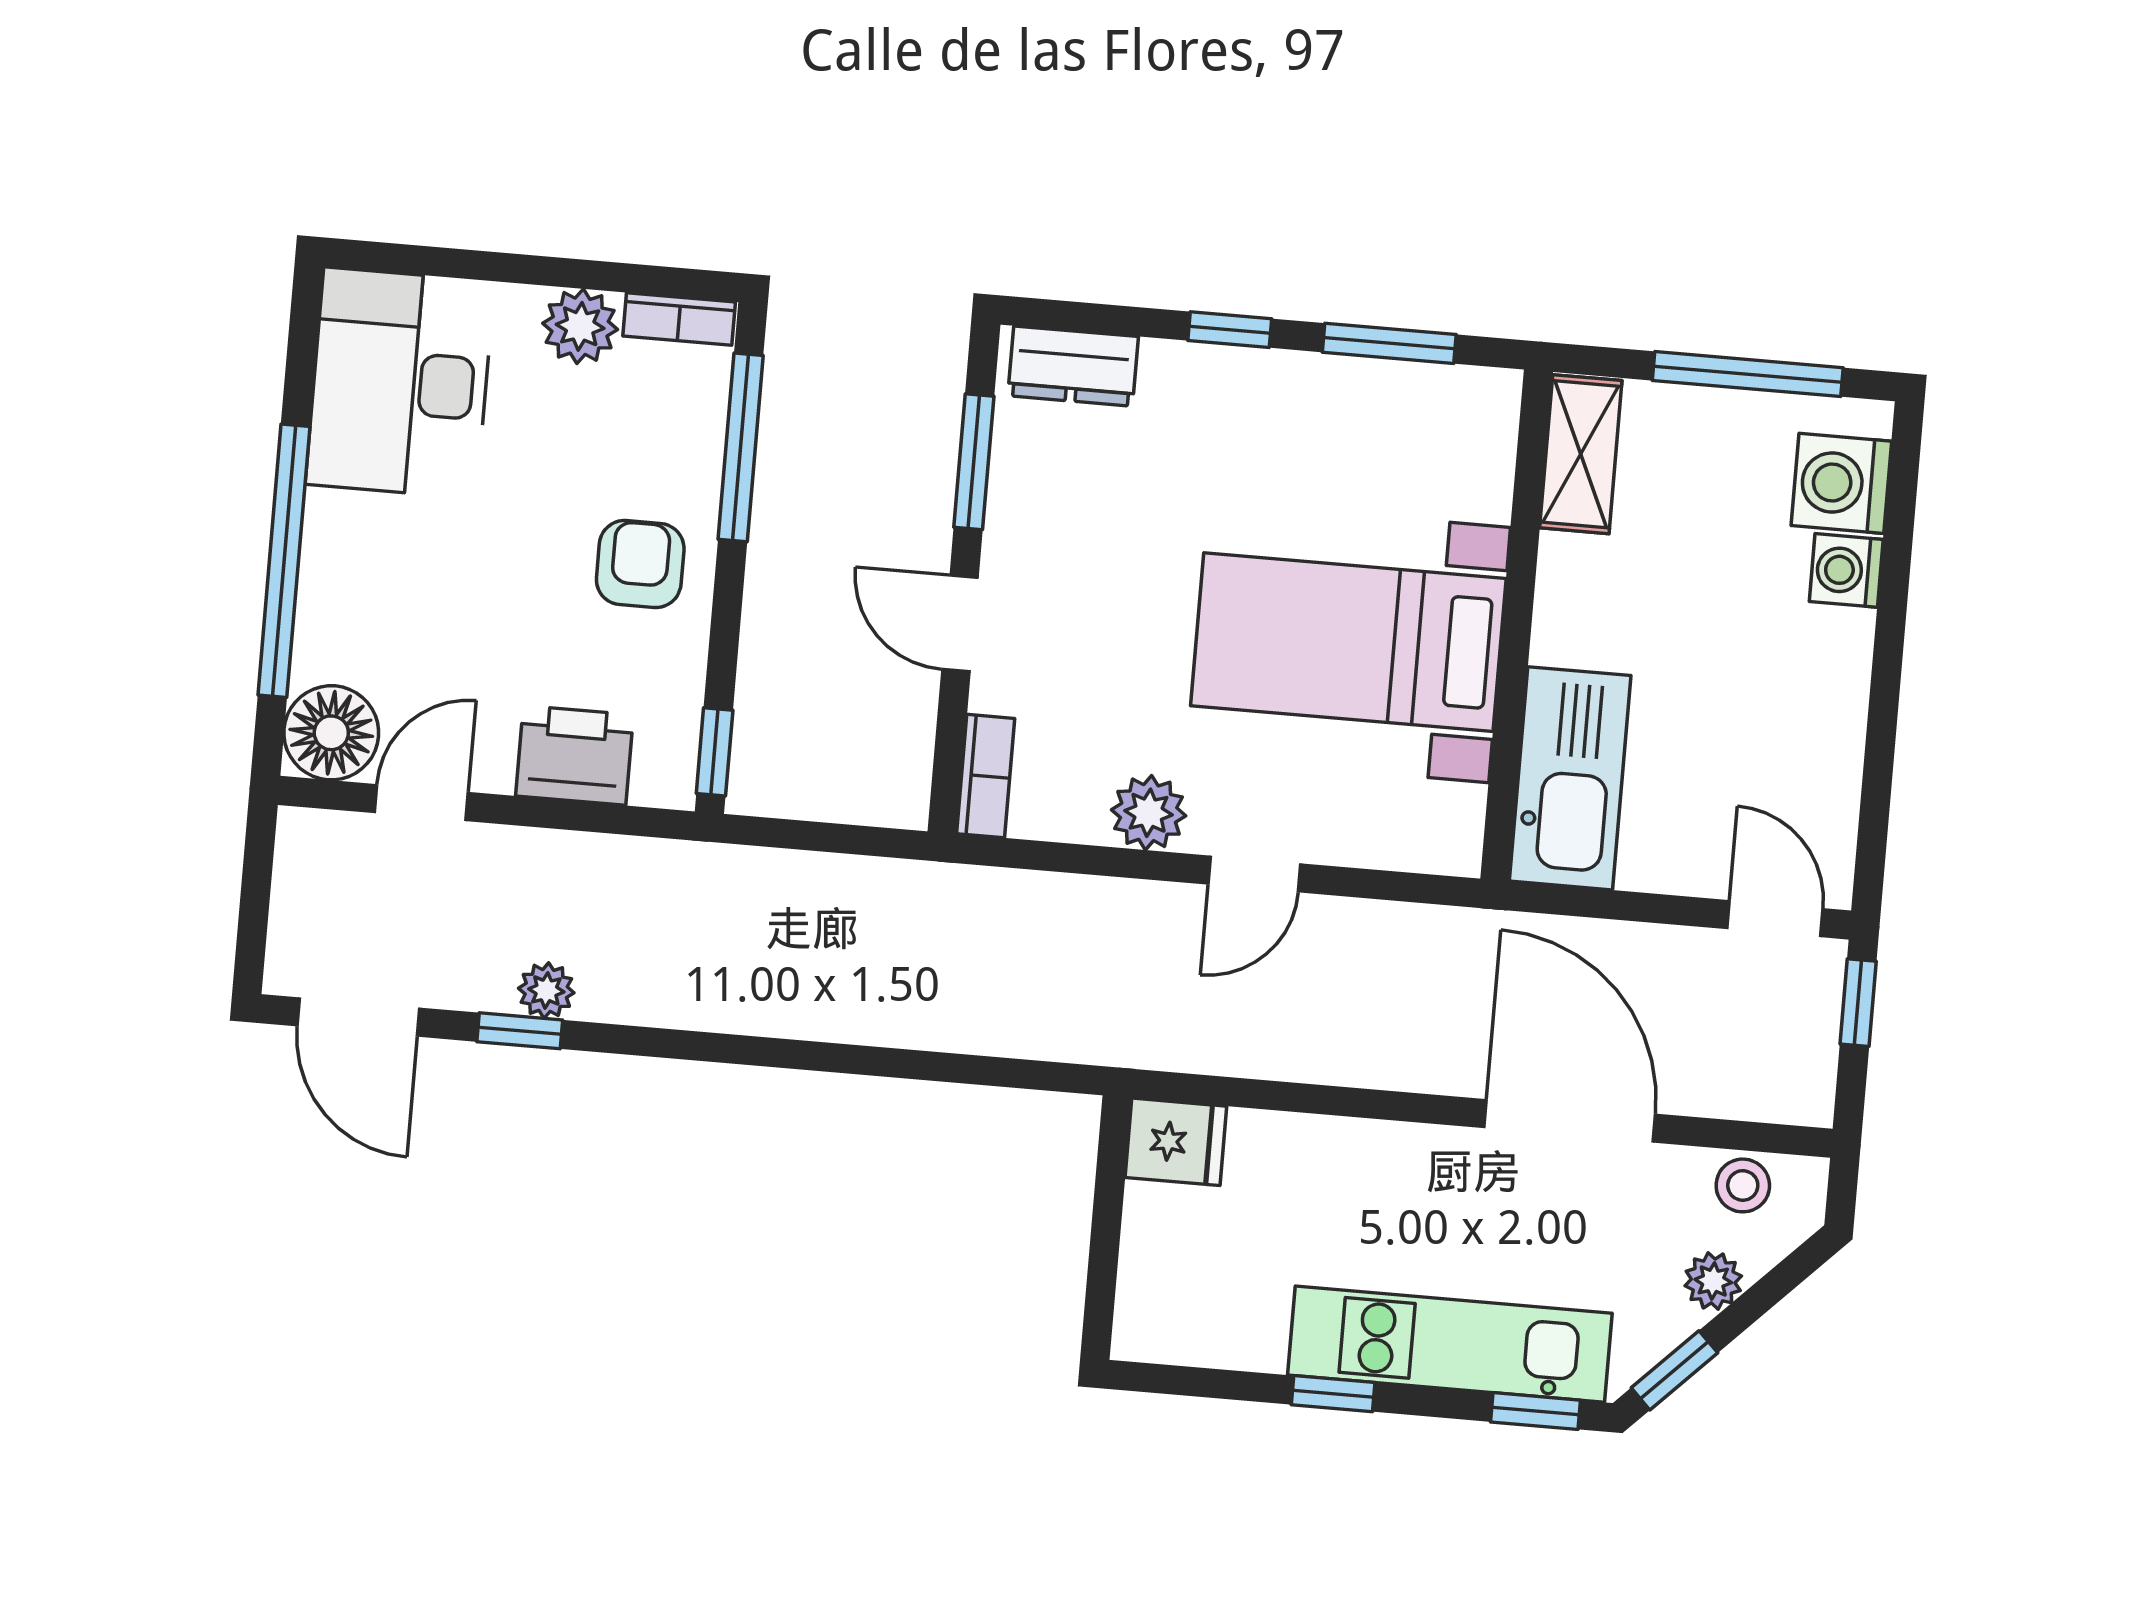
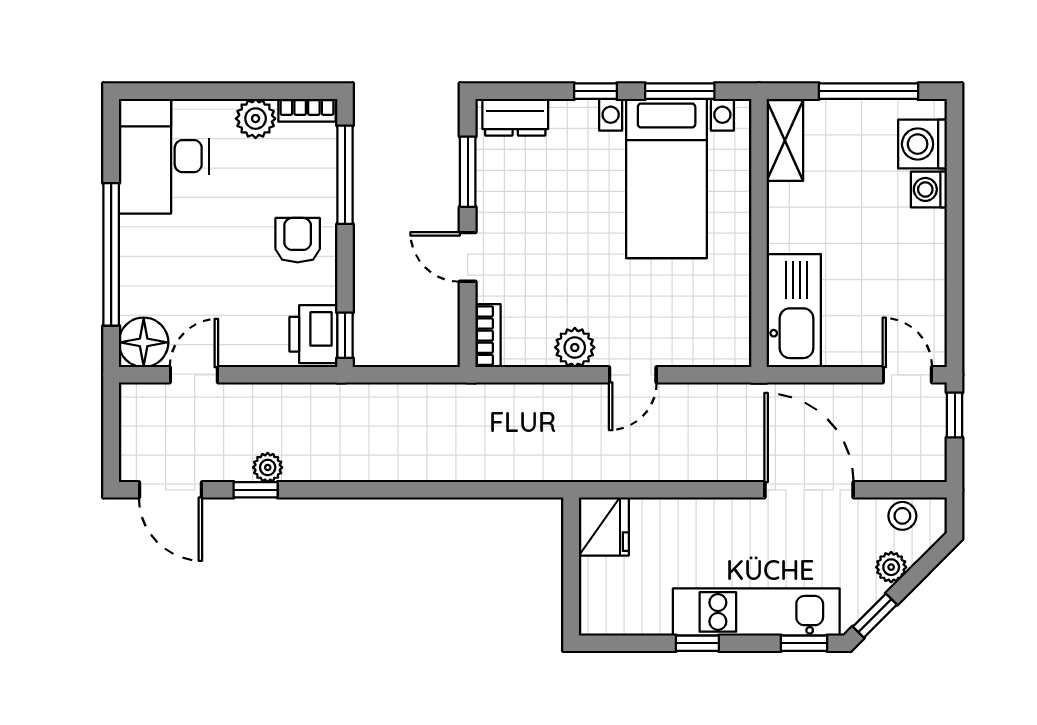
bed with nightstands: (1348, 642) -> (667, 178), moved, turned -90
printer: (575, 755) -> (313, 334), moved, turned -90
fridge: (1176, 1142) -> (604, 527), width x1.38

